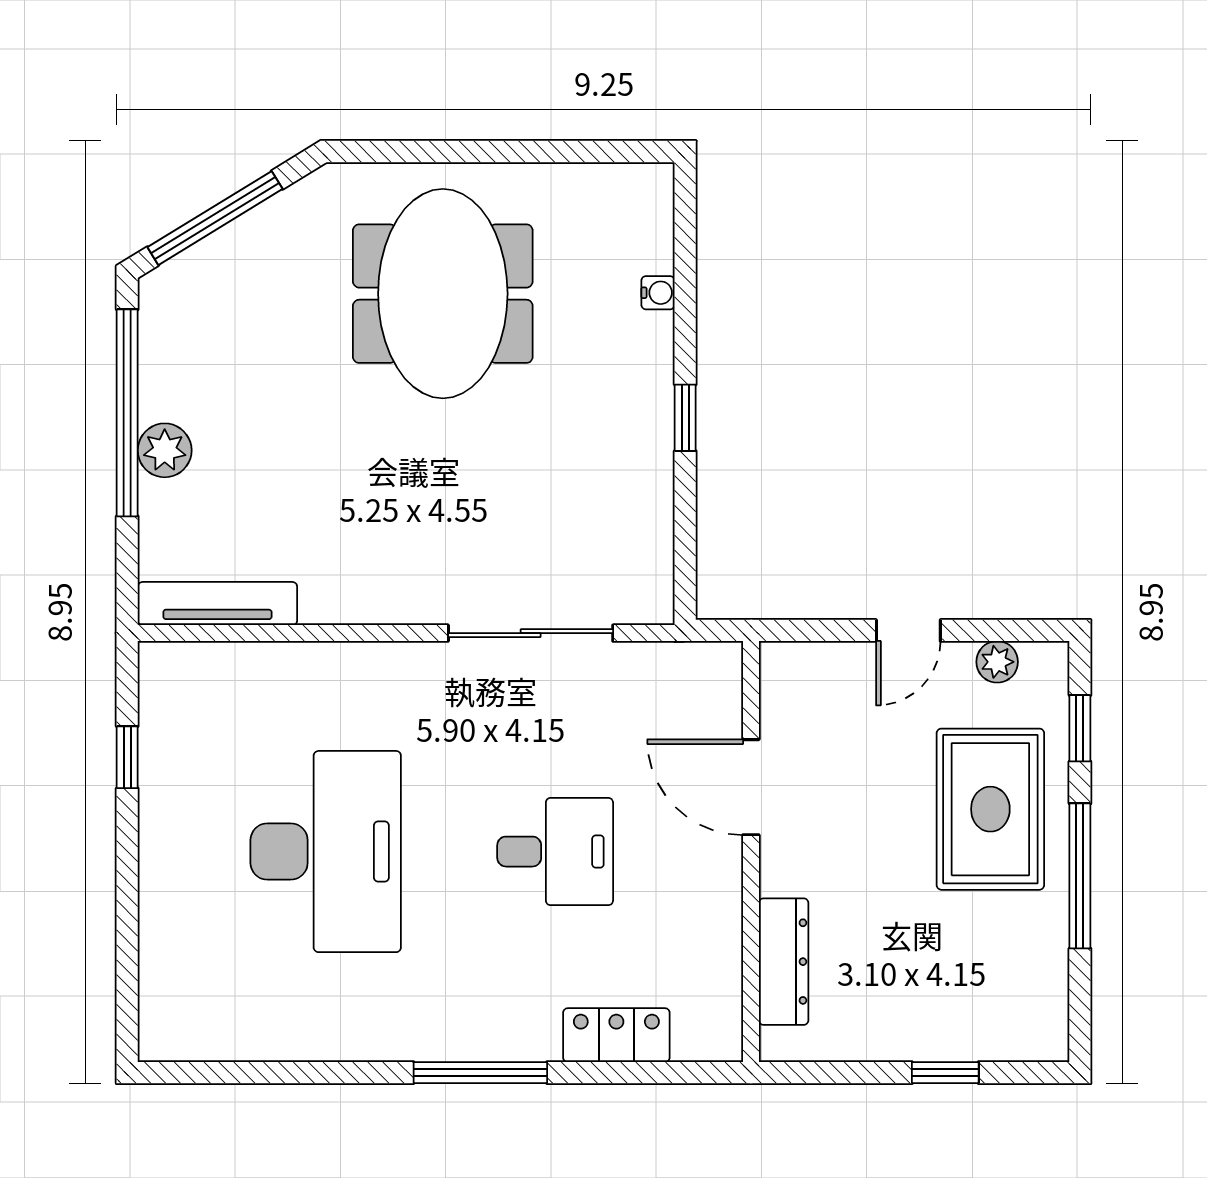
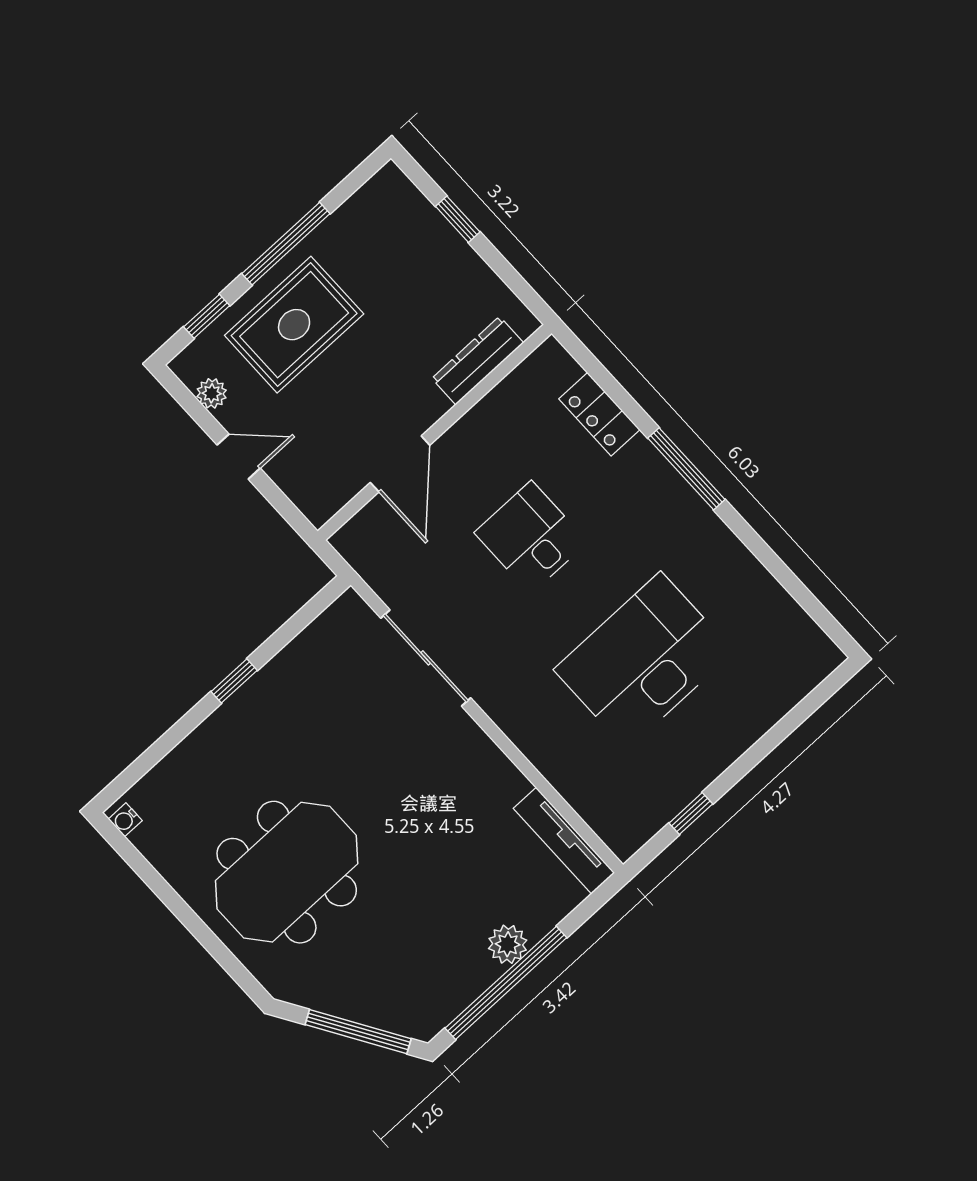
water cooler: (658, 293) -> (125, 820), moved, turned -90

